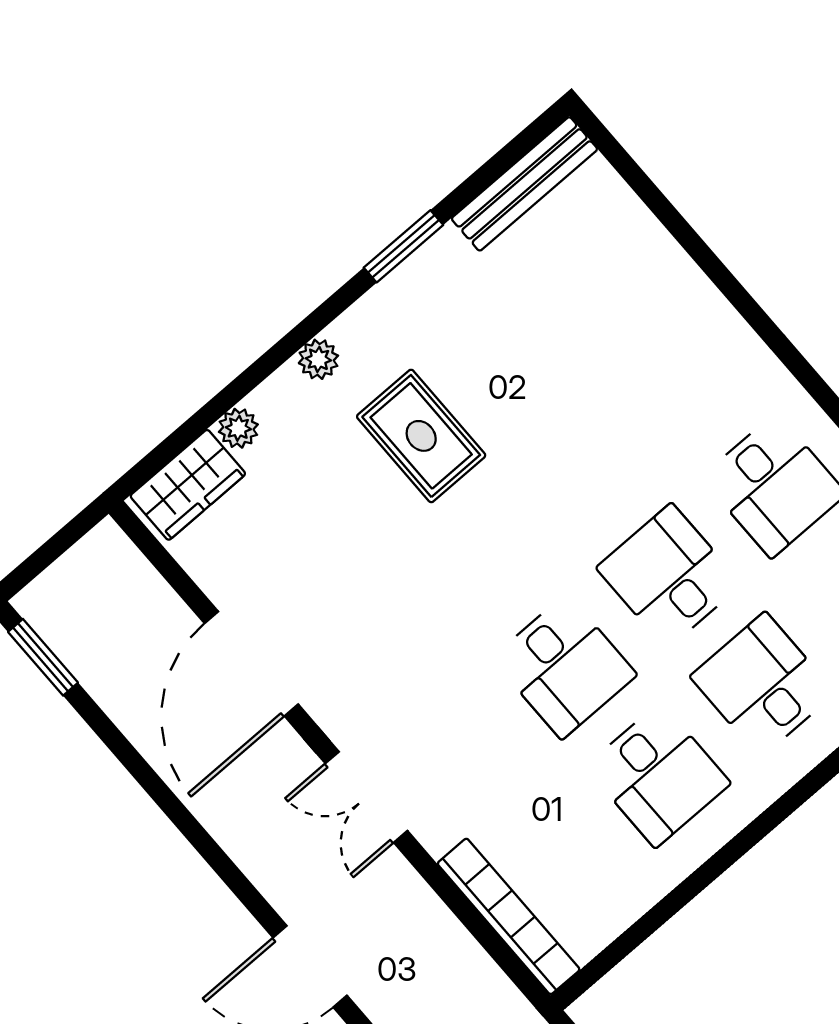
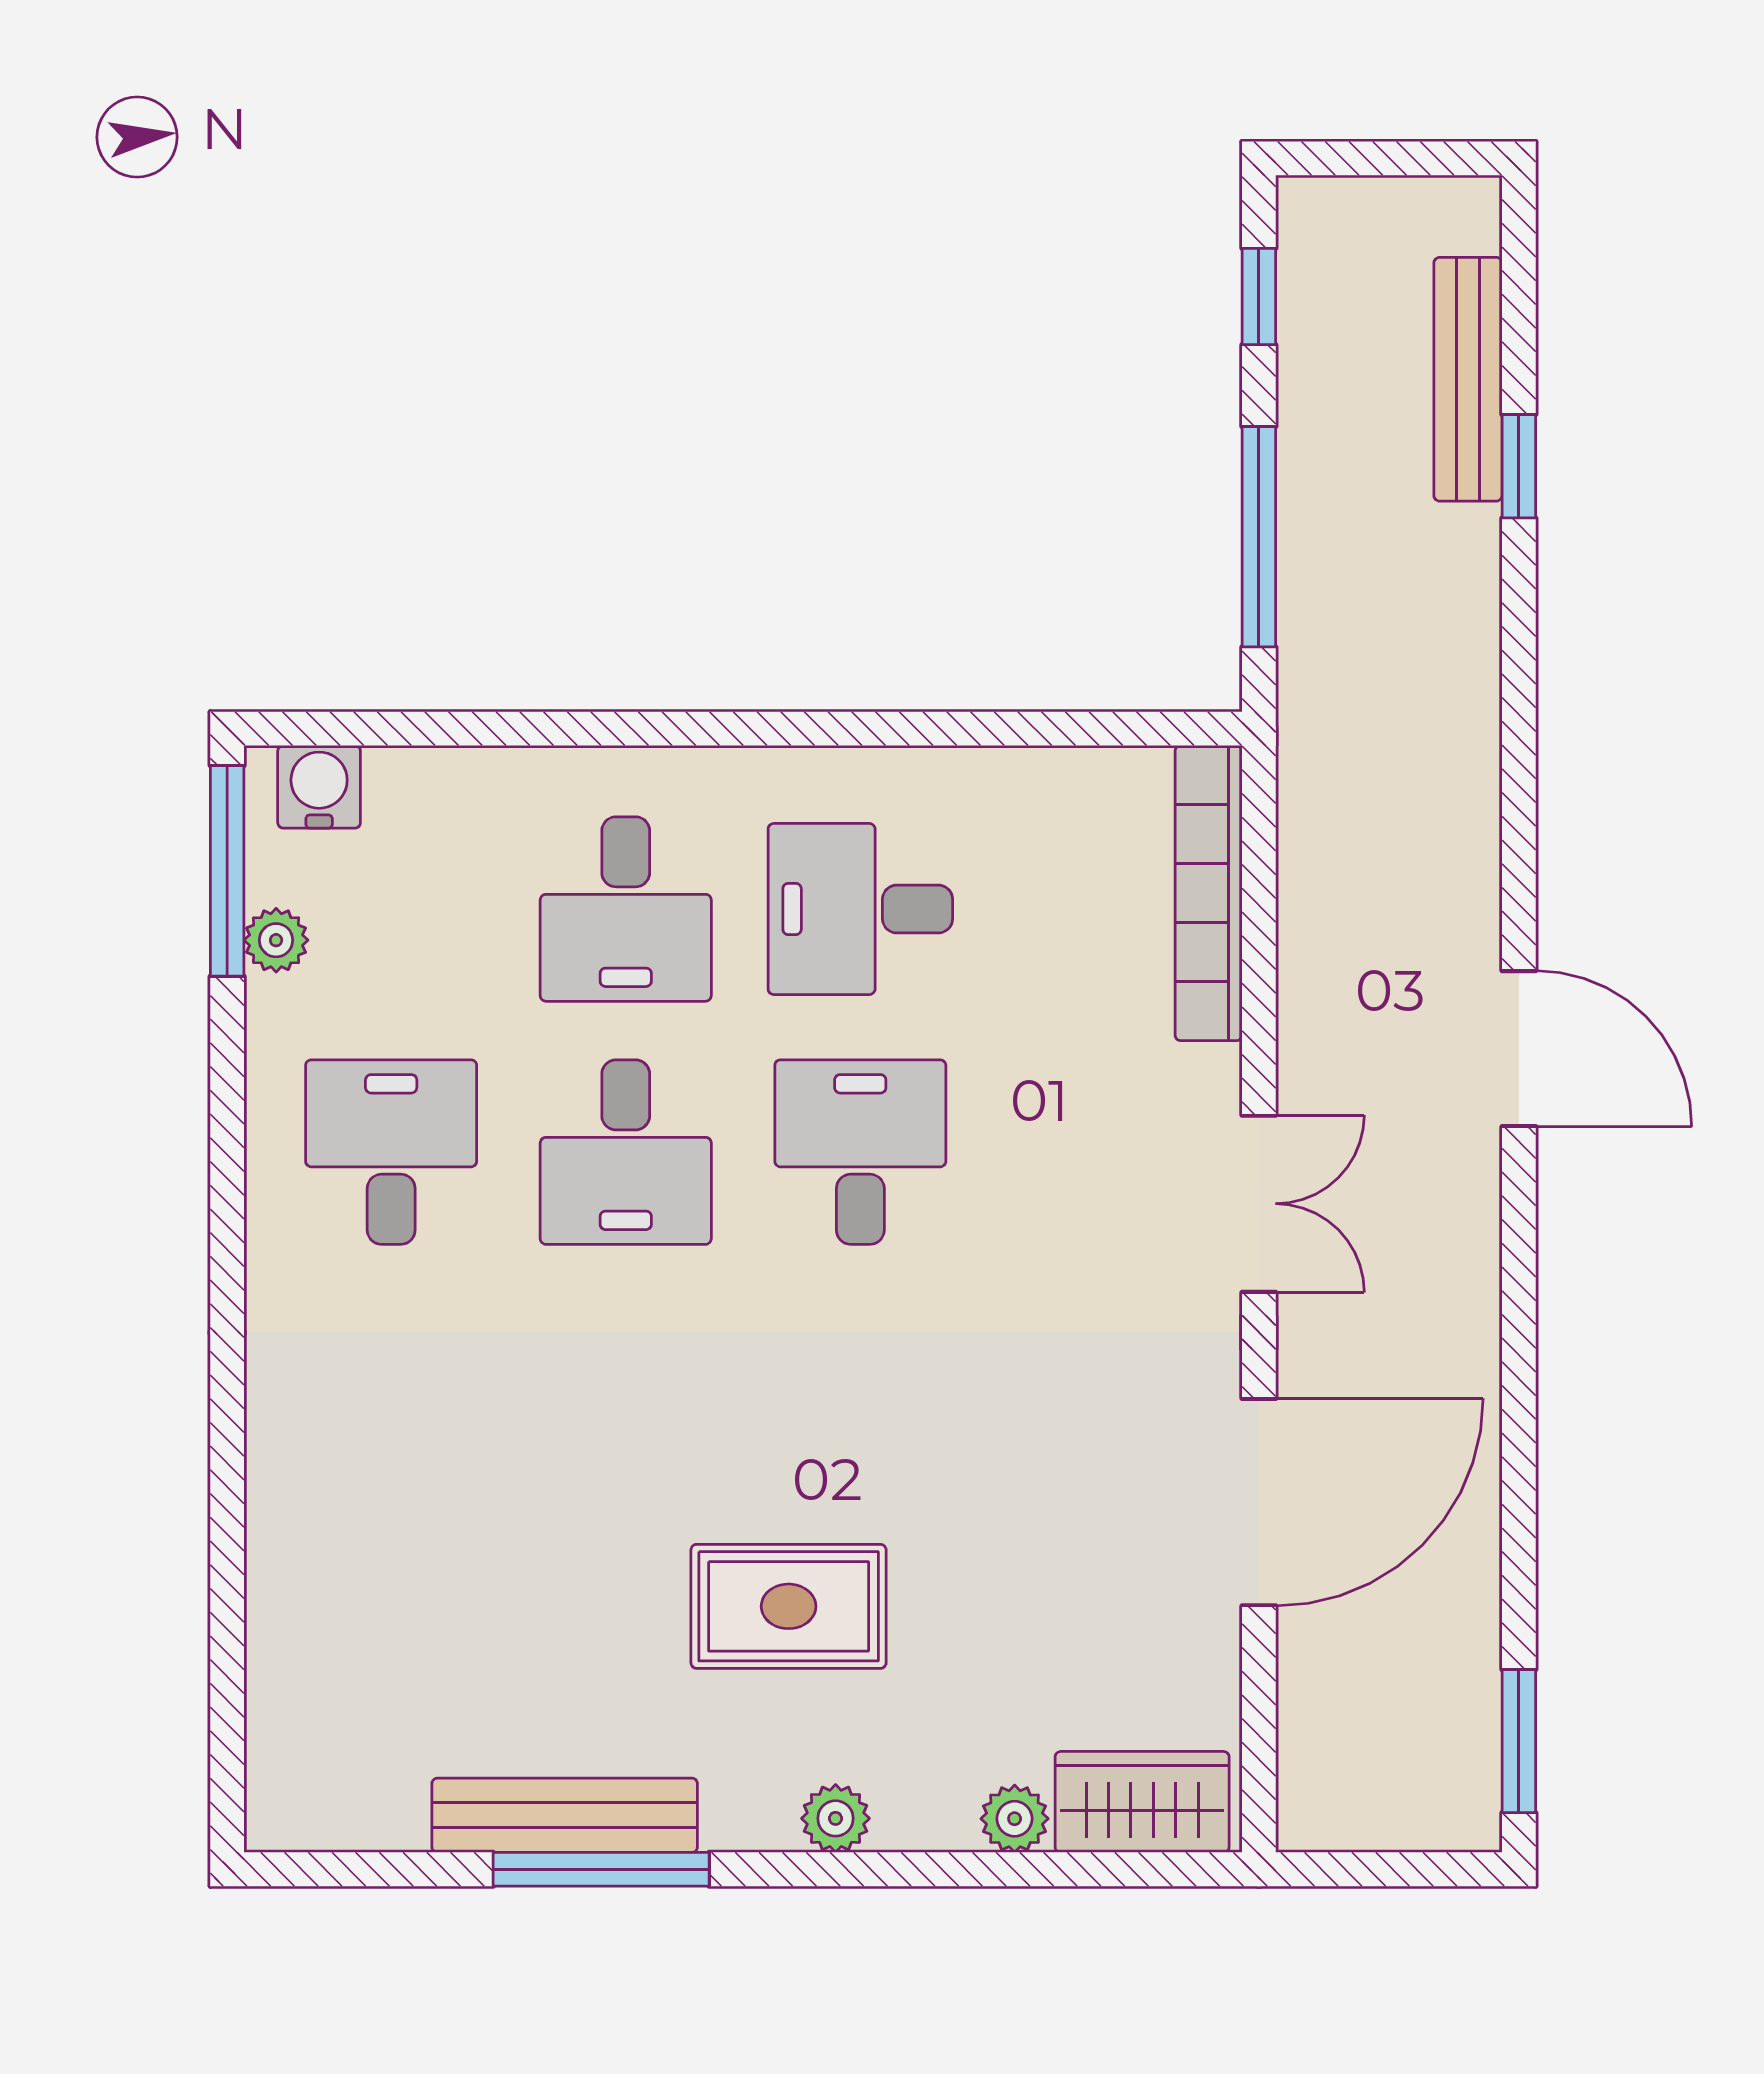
bench: (524, 184) -> (565, 1815), moved
window: (403, 246) -> (601, 1869), width x1.44
rug: (421, 436) -> (789, 1606), turned 90
desk: (658, 775) -> (860, 909), turned -90

